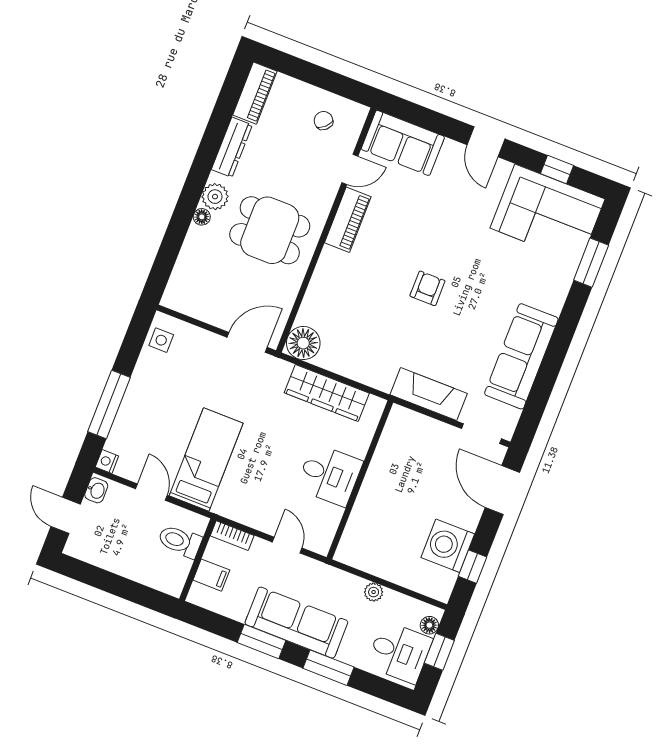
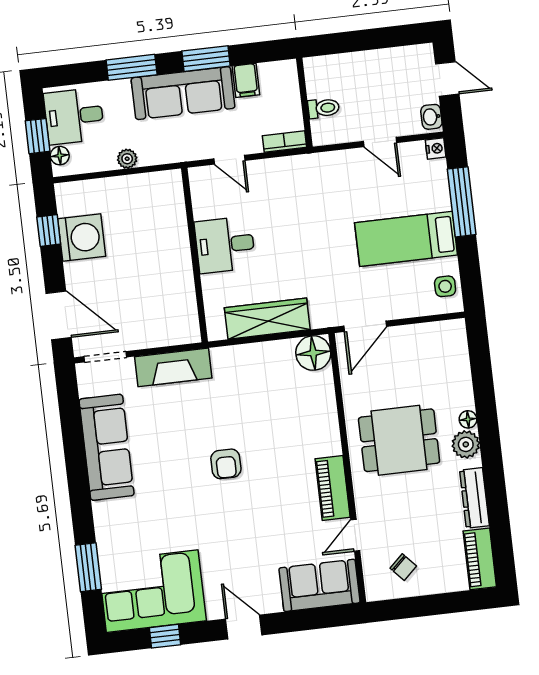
bed: (206, 460) -> (406, 239), moved, turned 90
toilet: (180, 541) -> (324, 108), width x0.73, depth x0.72
filing cabinet: (211, 575) -> (246, 80), moved, turned -90

